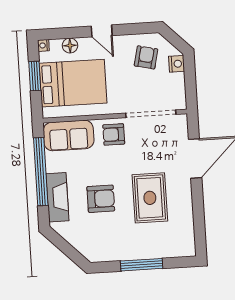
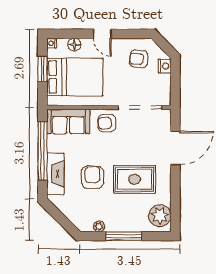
armchair: (146, 57) -> (139, 59), turned -99
rug: (150, 198) -> (135, 179), turned 90
armchair: (101, 199) -> (92, 177), turned -90
plant: (182, 238) -> (160, 216), added
plant: (112, 255) -> (99, 226), added

